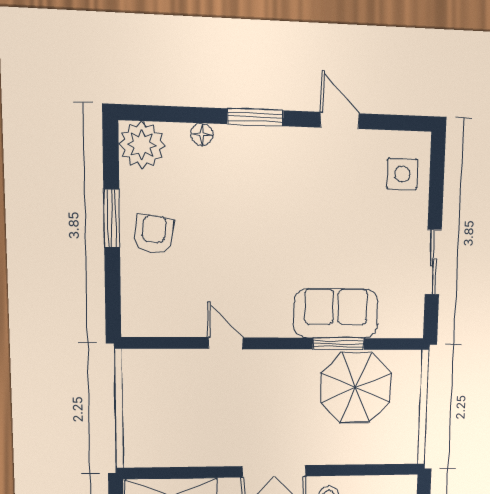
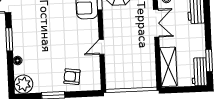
armchair: (153, 234) -> (72, 77), moved

